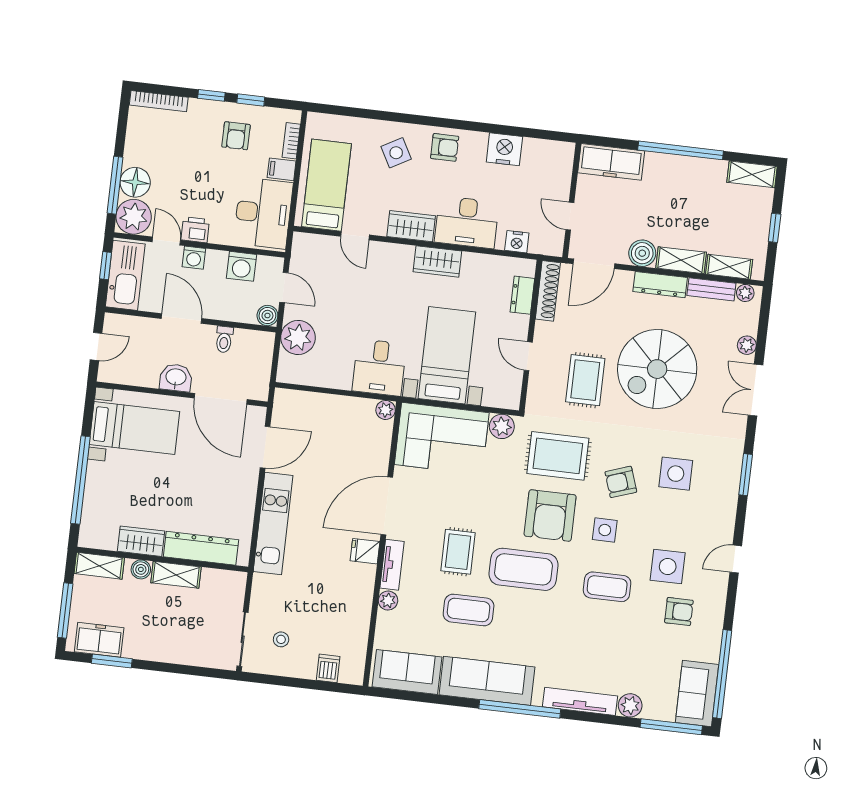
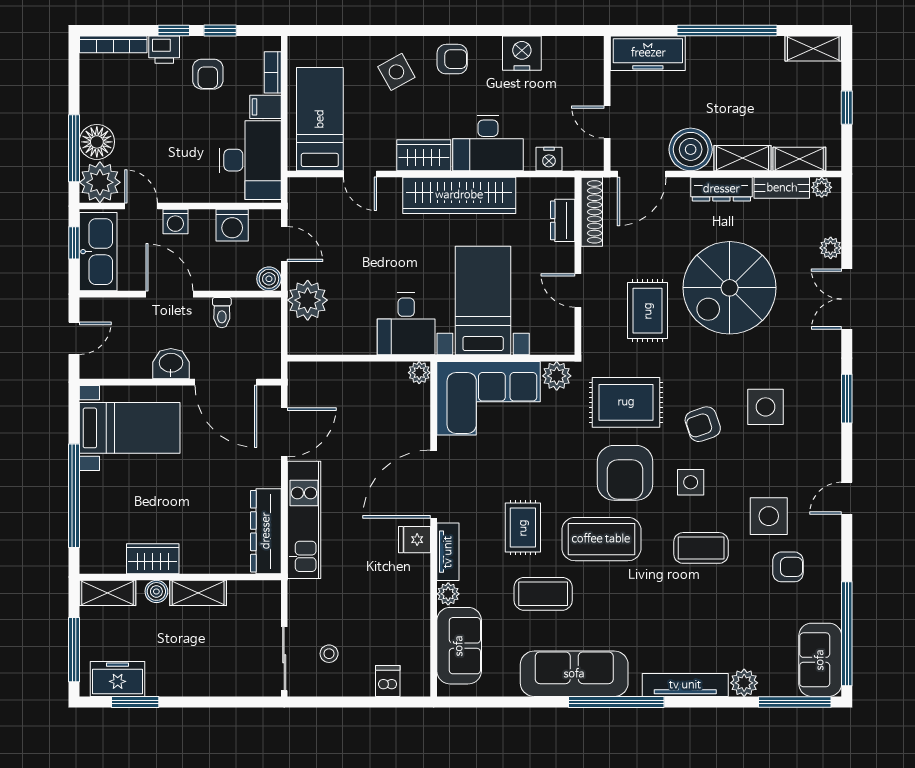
printer: (195, 230) -> (164, 50), moved, turned 180
boiler: (642, 253) -> (691, 149), width x1.37, depth x1.37
wardrobe: (437, 261) -> (459, 195), width x2.10, depth x1.17
dresser: (201, 548) -> (266, 531), moved, turned -90
sofa: (407, 672) -> (459, 646), moved, turned 90

